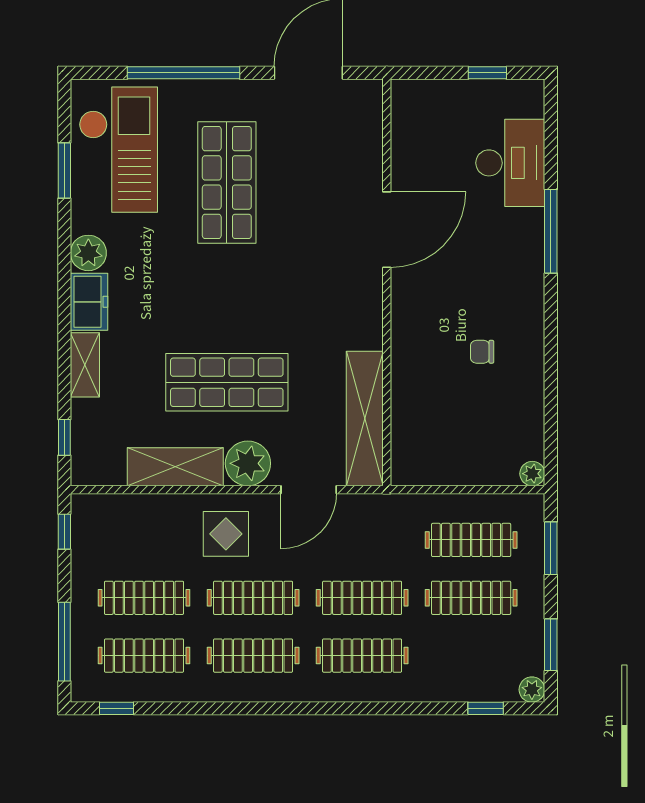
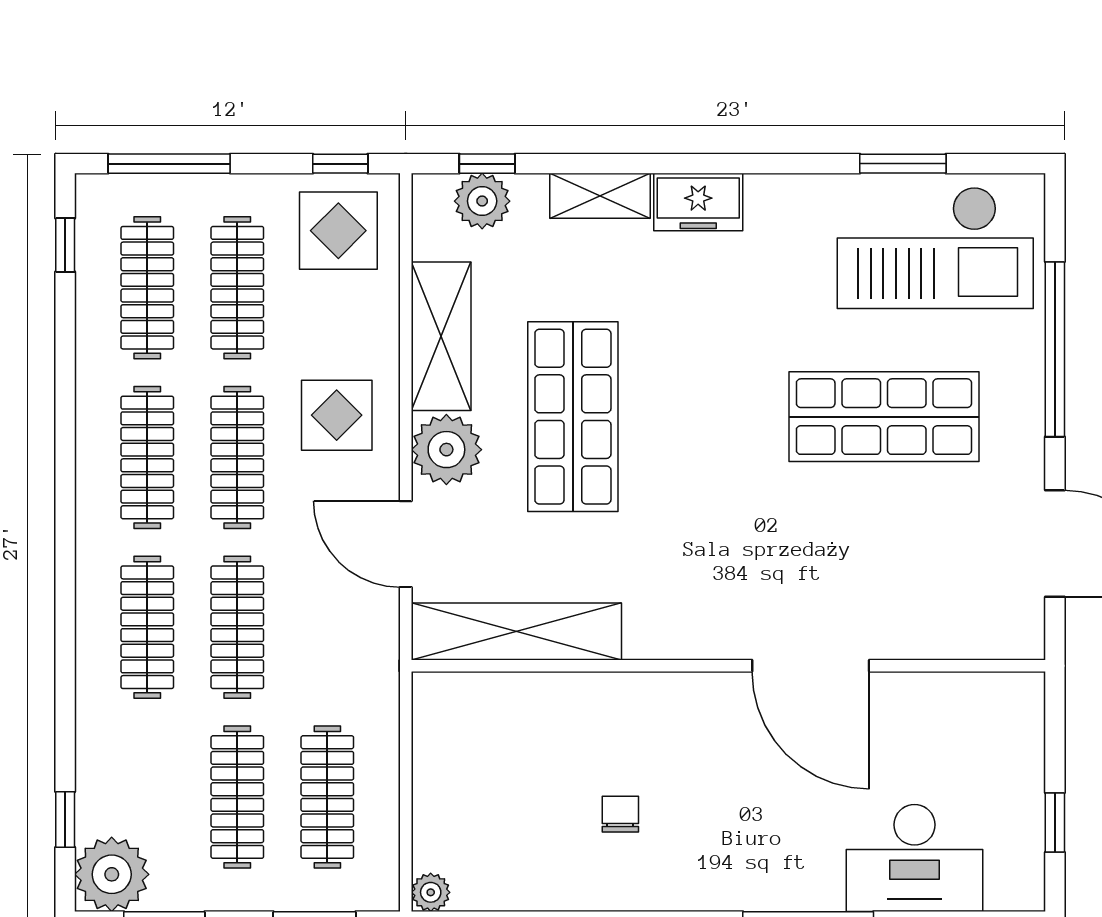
plant: (88, 253) -> (482, 201), moved
display table: (107, 533) -> (338, 231), added
plant: (532, 690) -> (112, 874), width x1.87, depth x1.87

